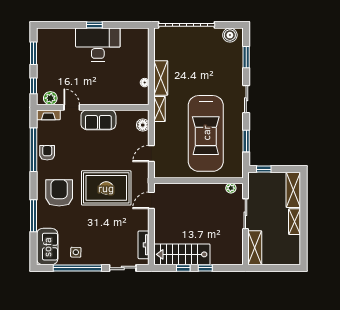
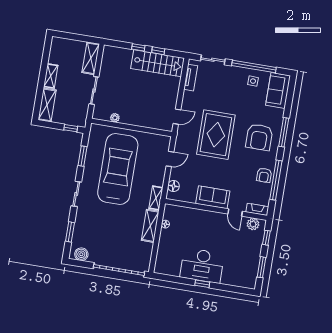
rug: (106, 188) -> (216, 135), turned 90
plant: (231, 188) -> (115, 118), moved
window: (34, 216) -> (284, 132), moved

